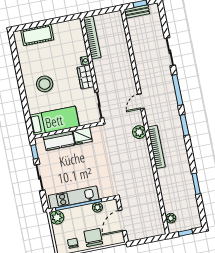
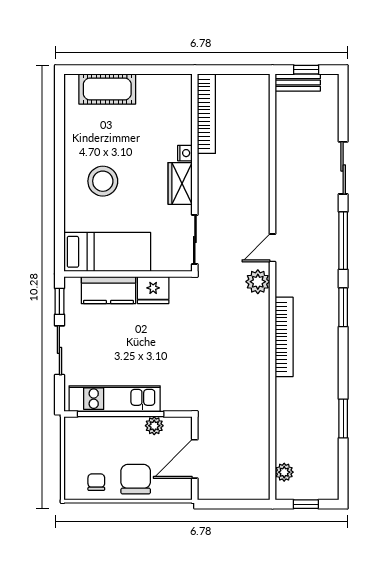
plant: (139, 132) -> (258, 282), moved
plant: (57, 217) -> (76, 429), removed

